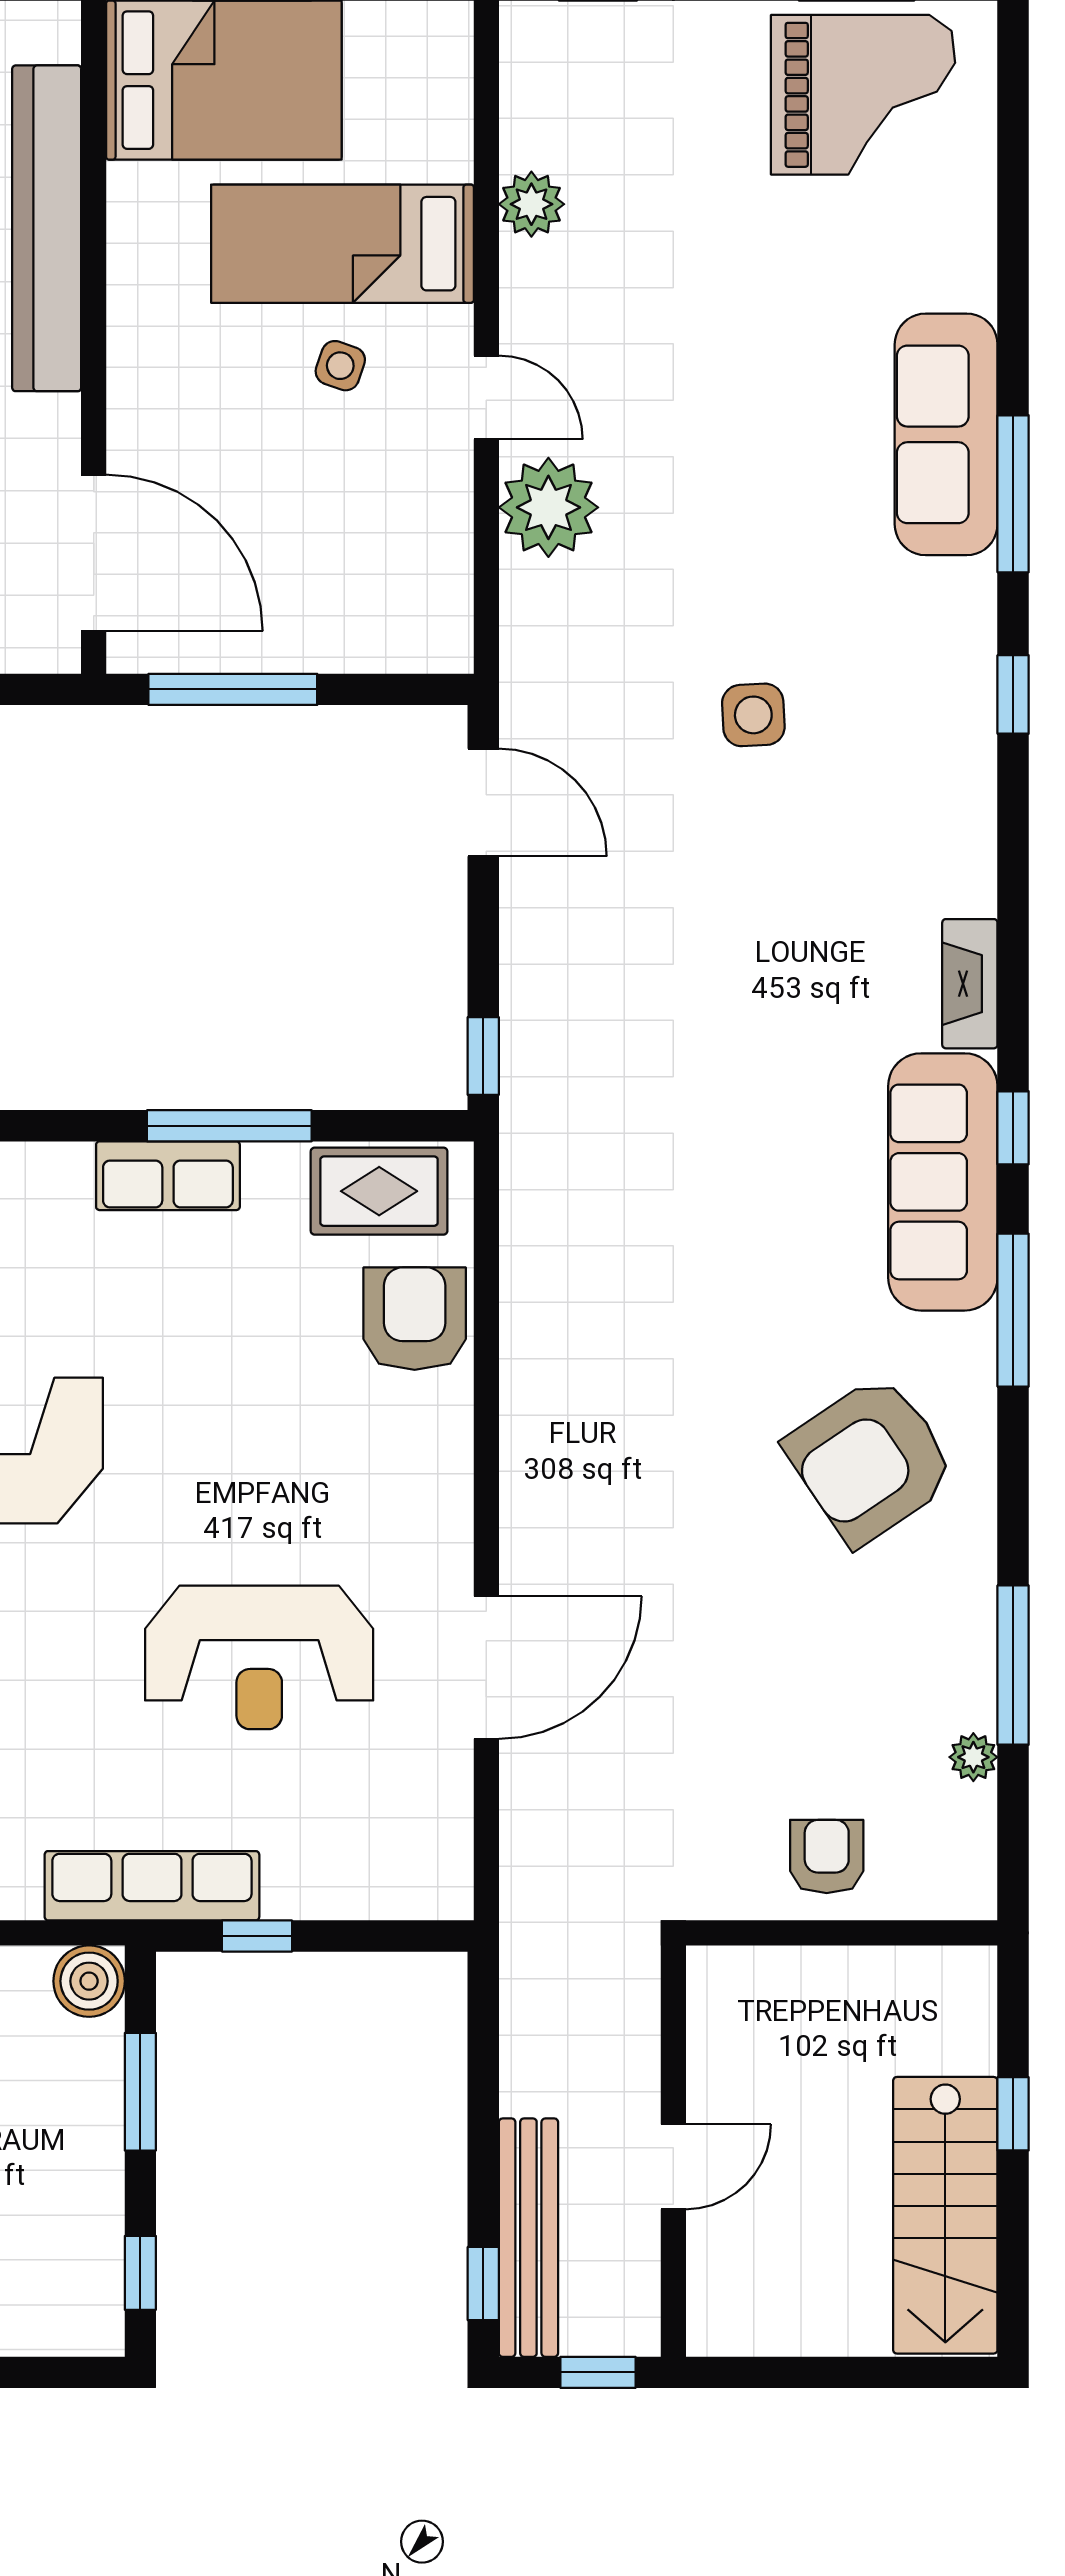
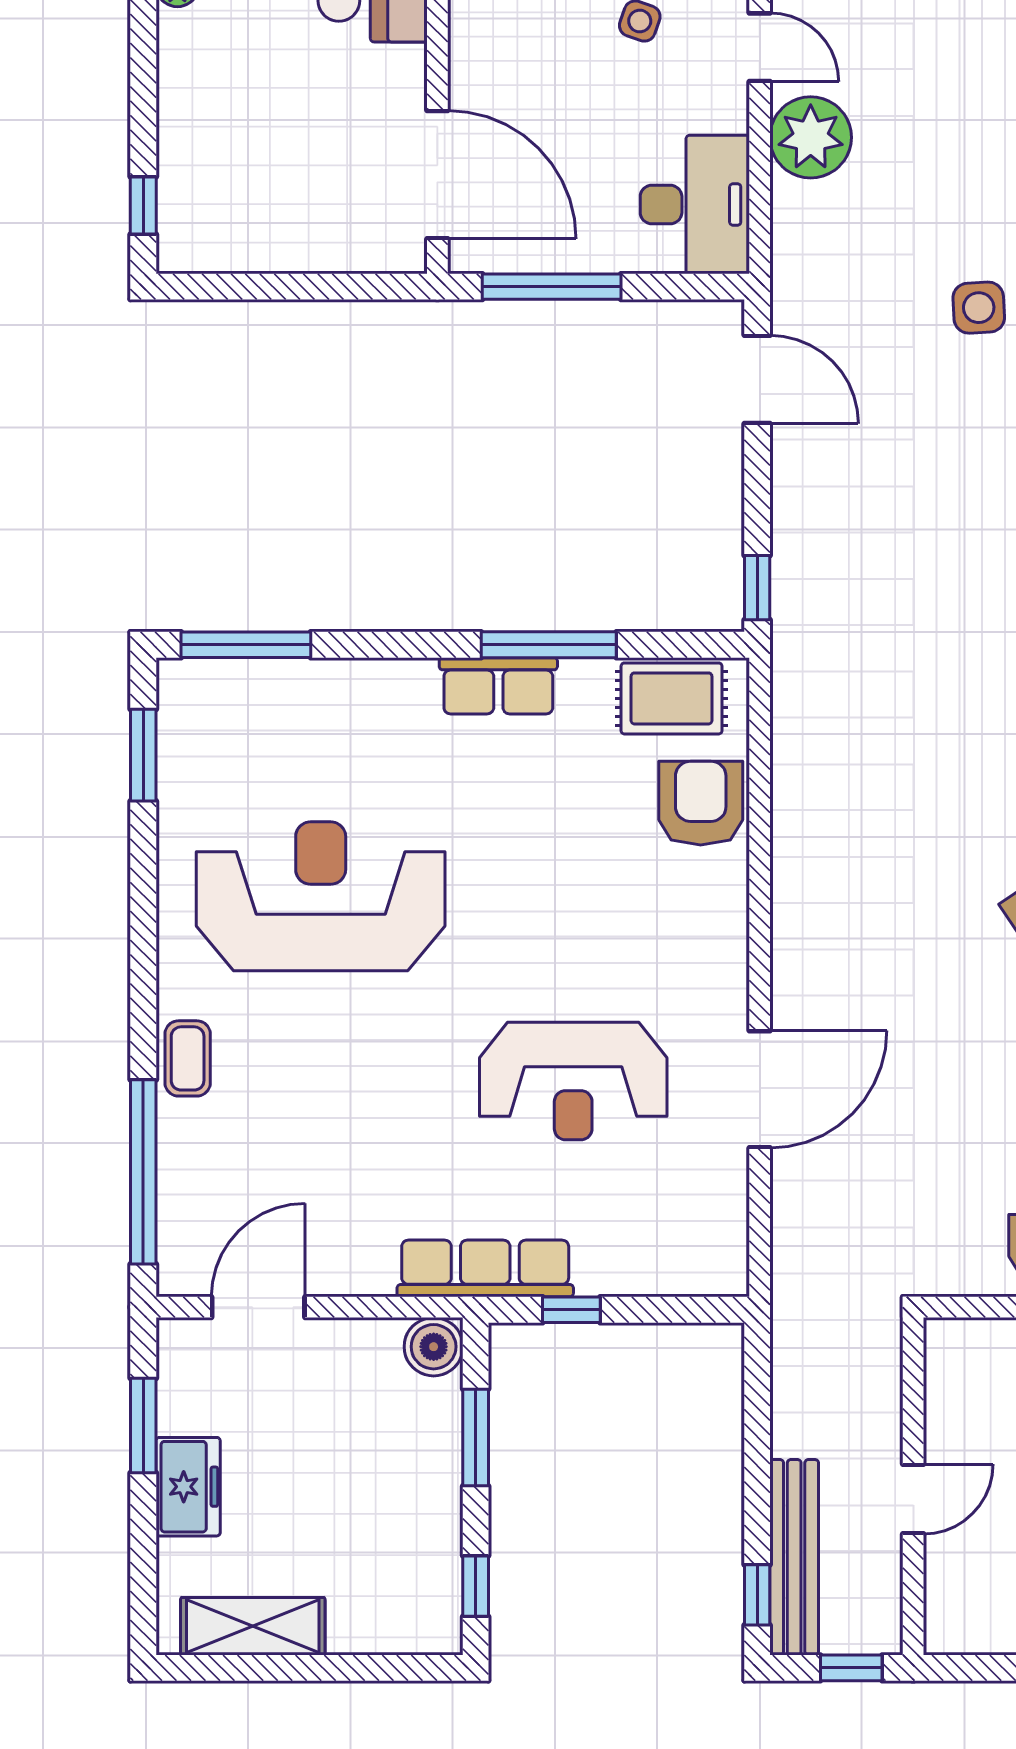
desk: (407, 589) -> (695, 205), added

